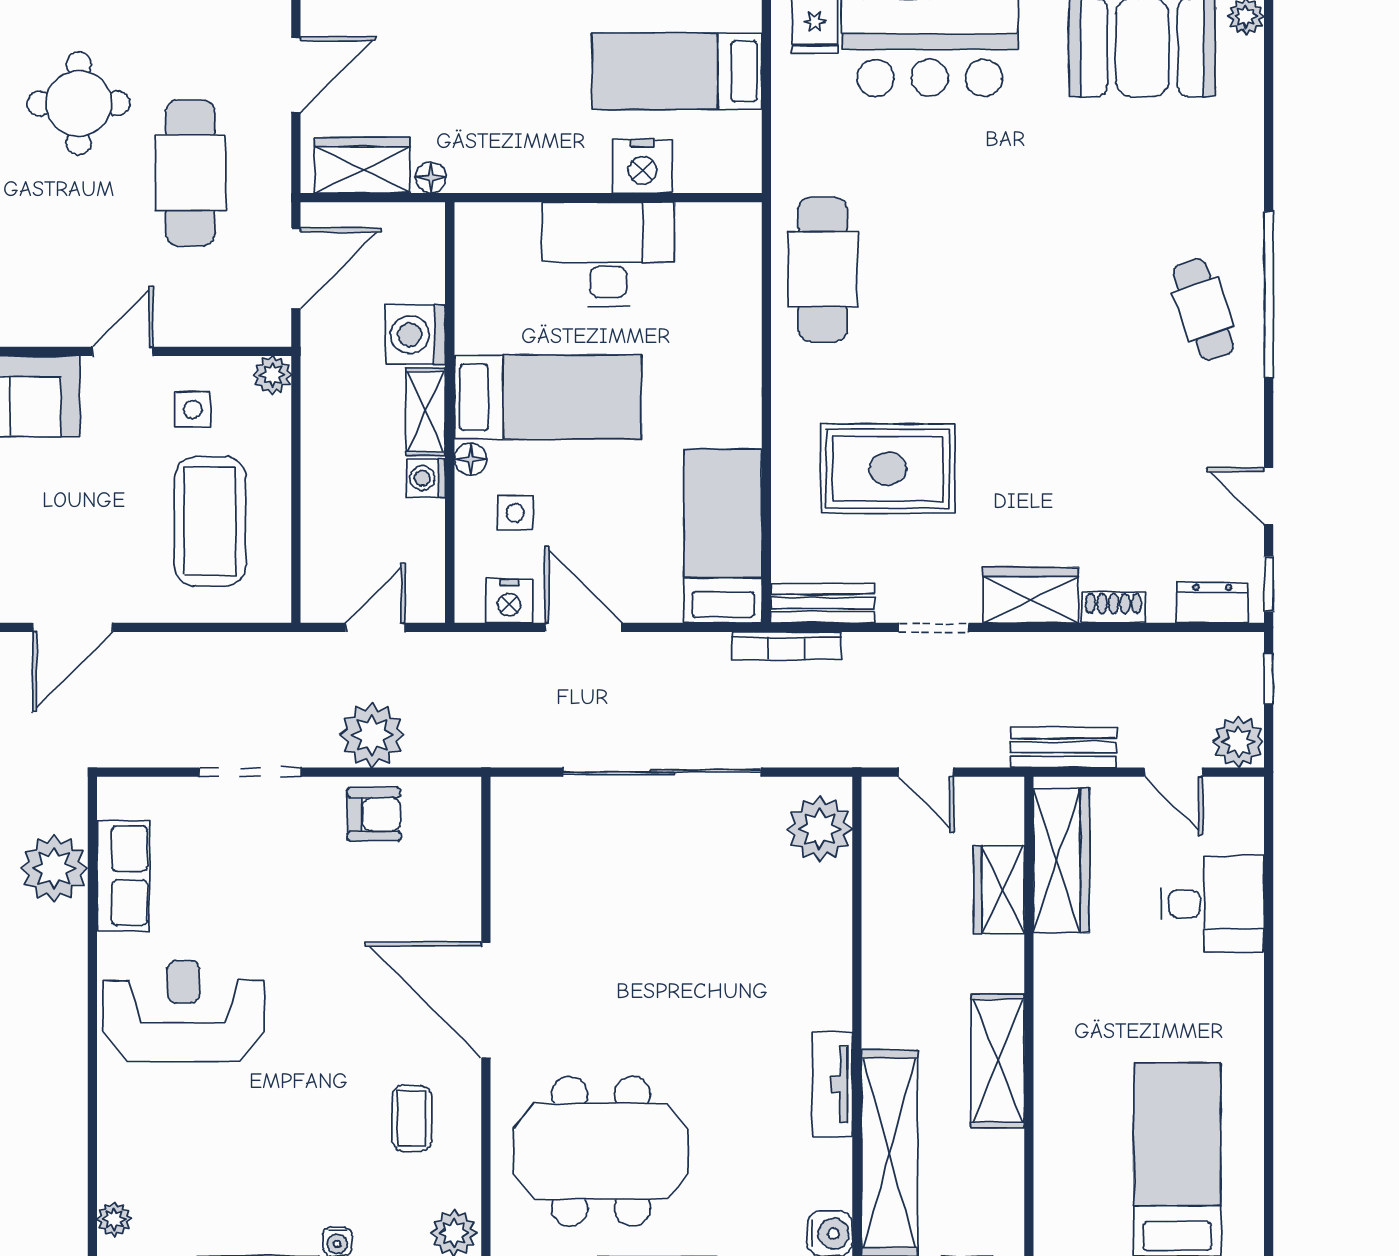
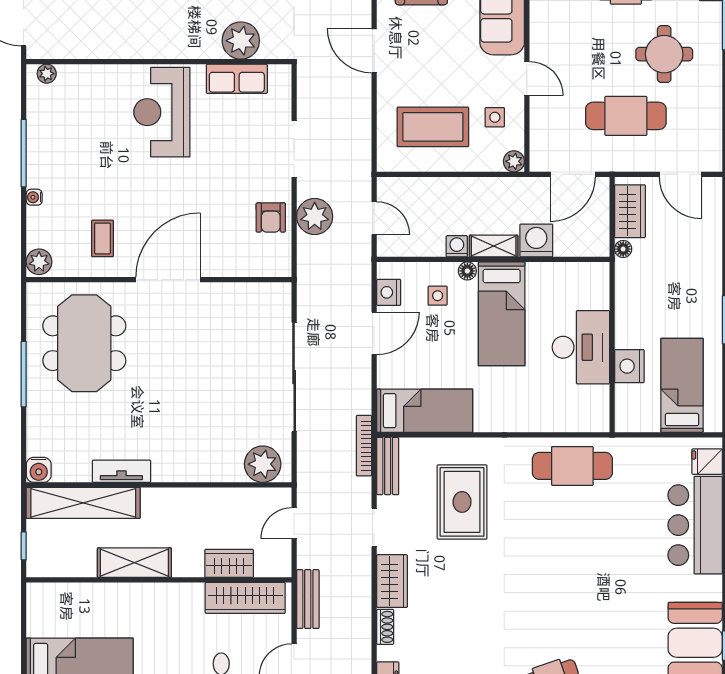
door: (296, 268) -> (573, 174), hinge flipped
reception desk: (183, 1011) -> (162, 112), turned 180
coffee table: (412, 1118) -> (102, 238), turned 90

